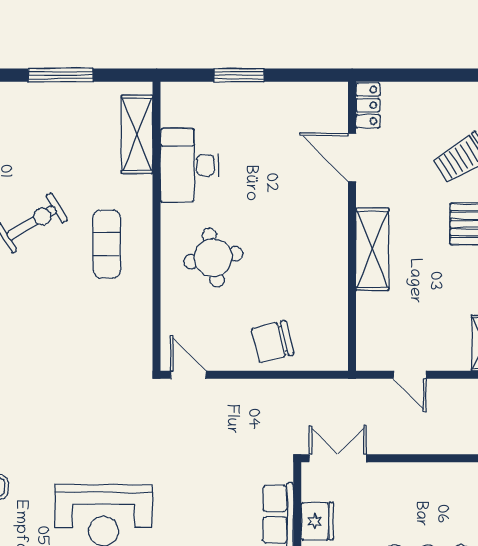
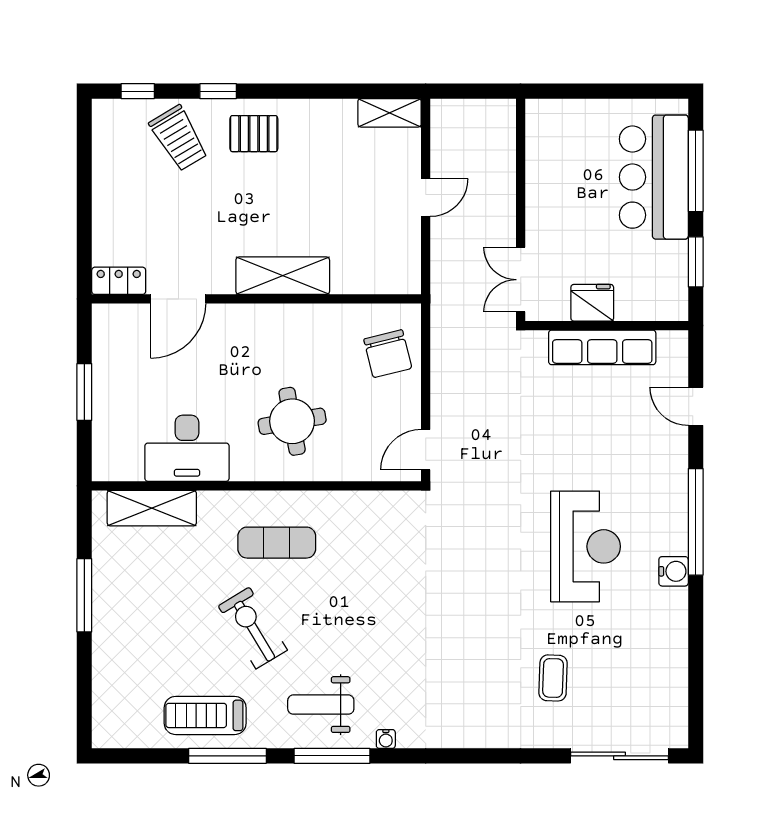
locker: (368, 105) -> (119, 281), moved
door: (352, 158) -> (178, 299), moved
wall: (352, 226) -> (256, 299), moved
shelving: (372, 249) -> (283, 276), moved

